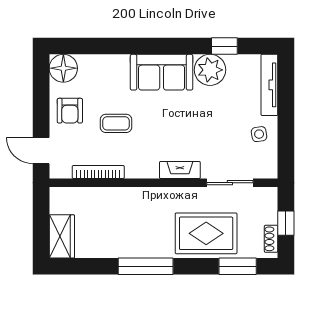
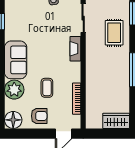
plant: (210, 70) -> (14, 90), moved
rug: (206, 233) -> (114, 33), width x0.73, depth x0.70

